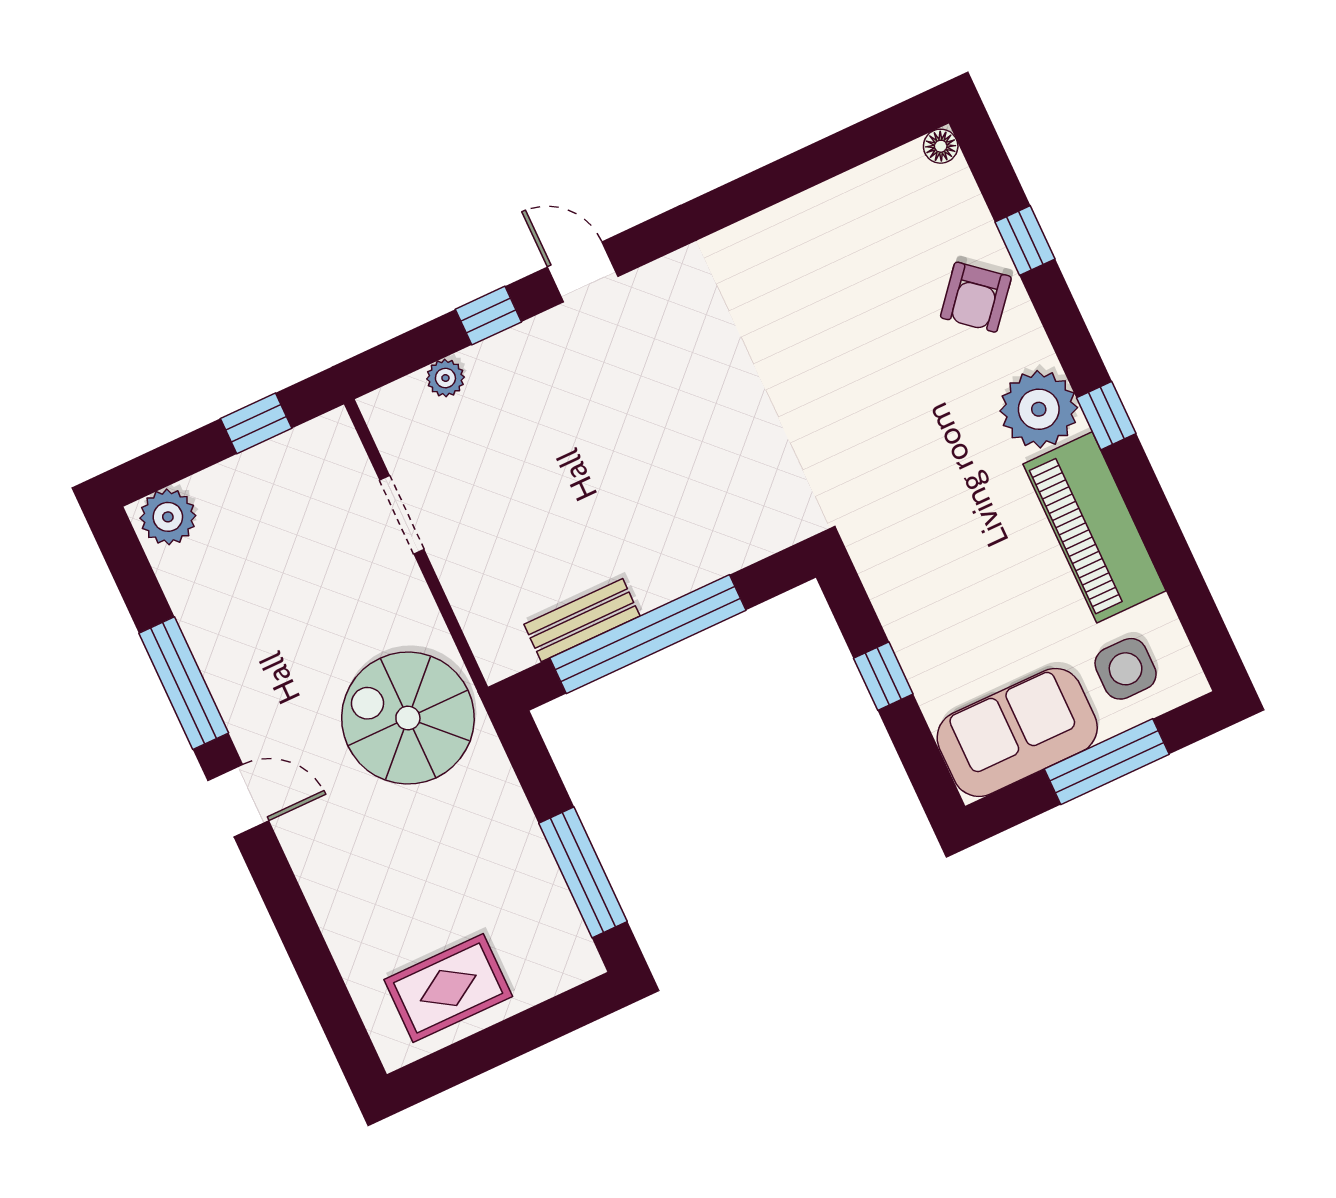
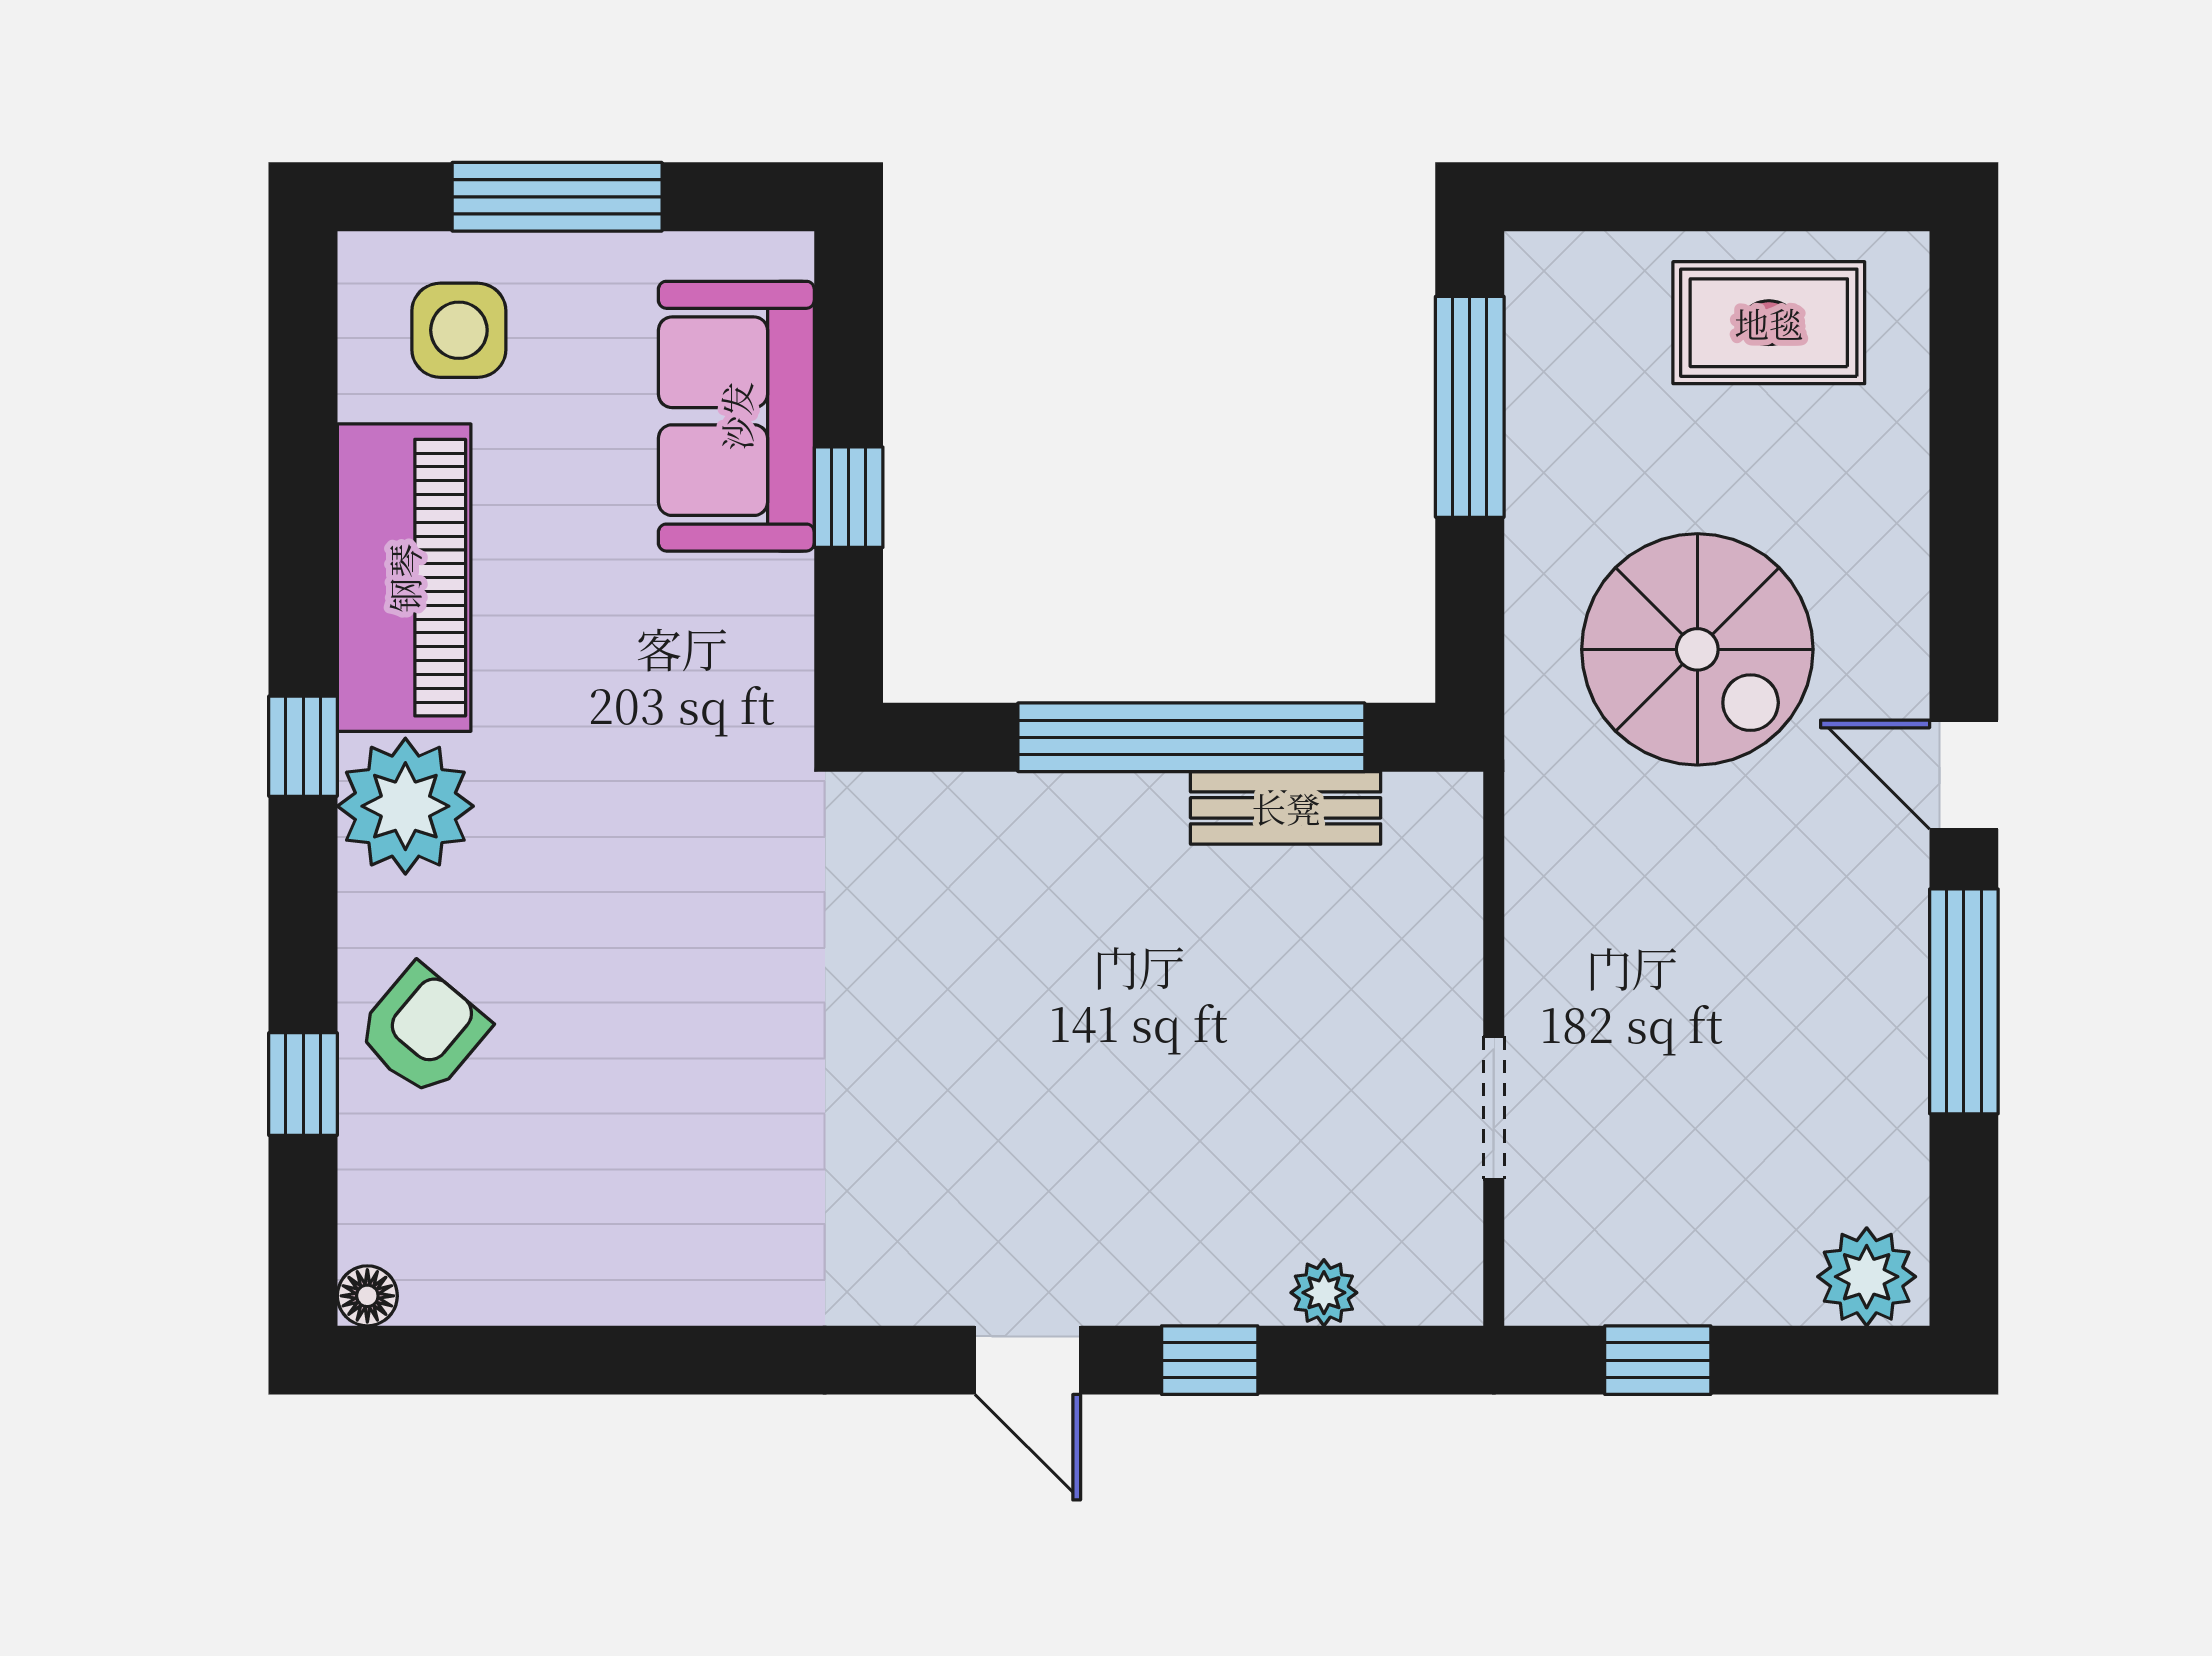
spiral stairs: (408, 718) -> (1697, 649), moved
sofa: (1017, 732) -> (736, 416), moved, turned 90

